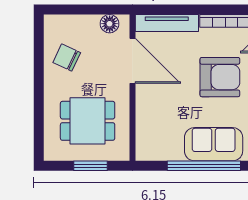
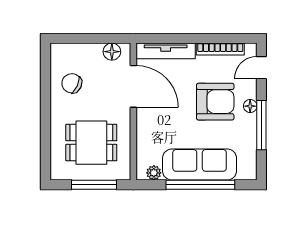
sofa: (214, 144) -> (200, 164), width x1.36
plant: (154, 153) -> (154, 173), added
window: (91, 166) -> (94, 185), width x1.44

